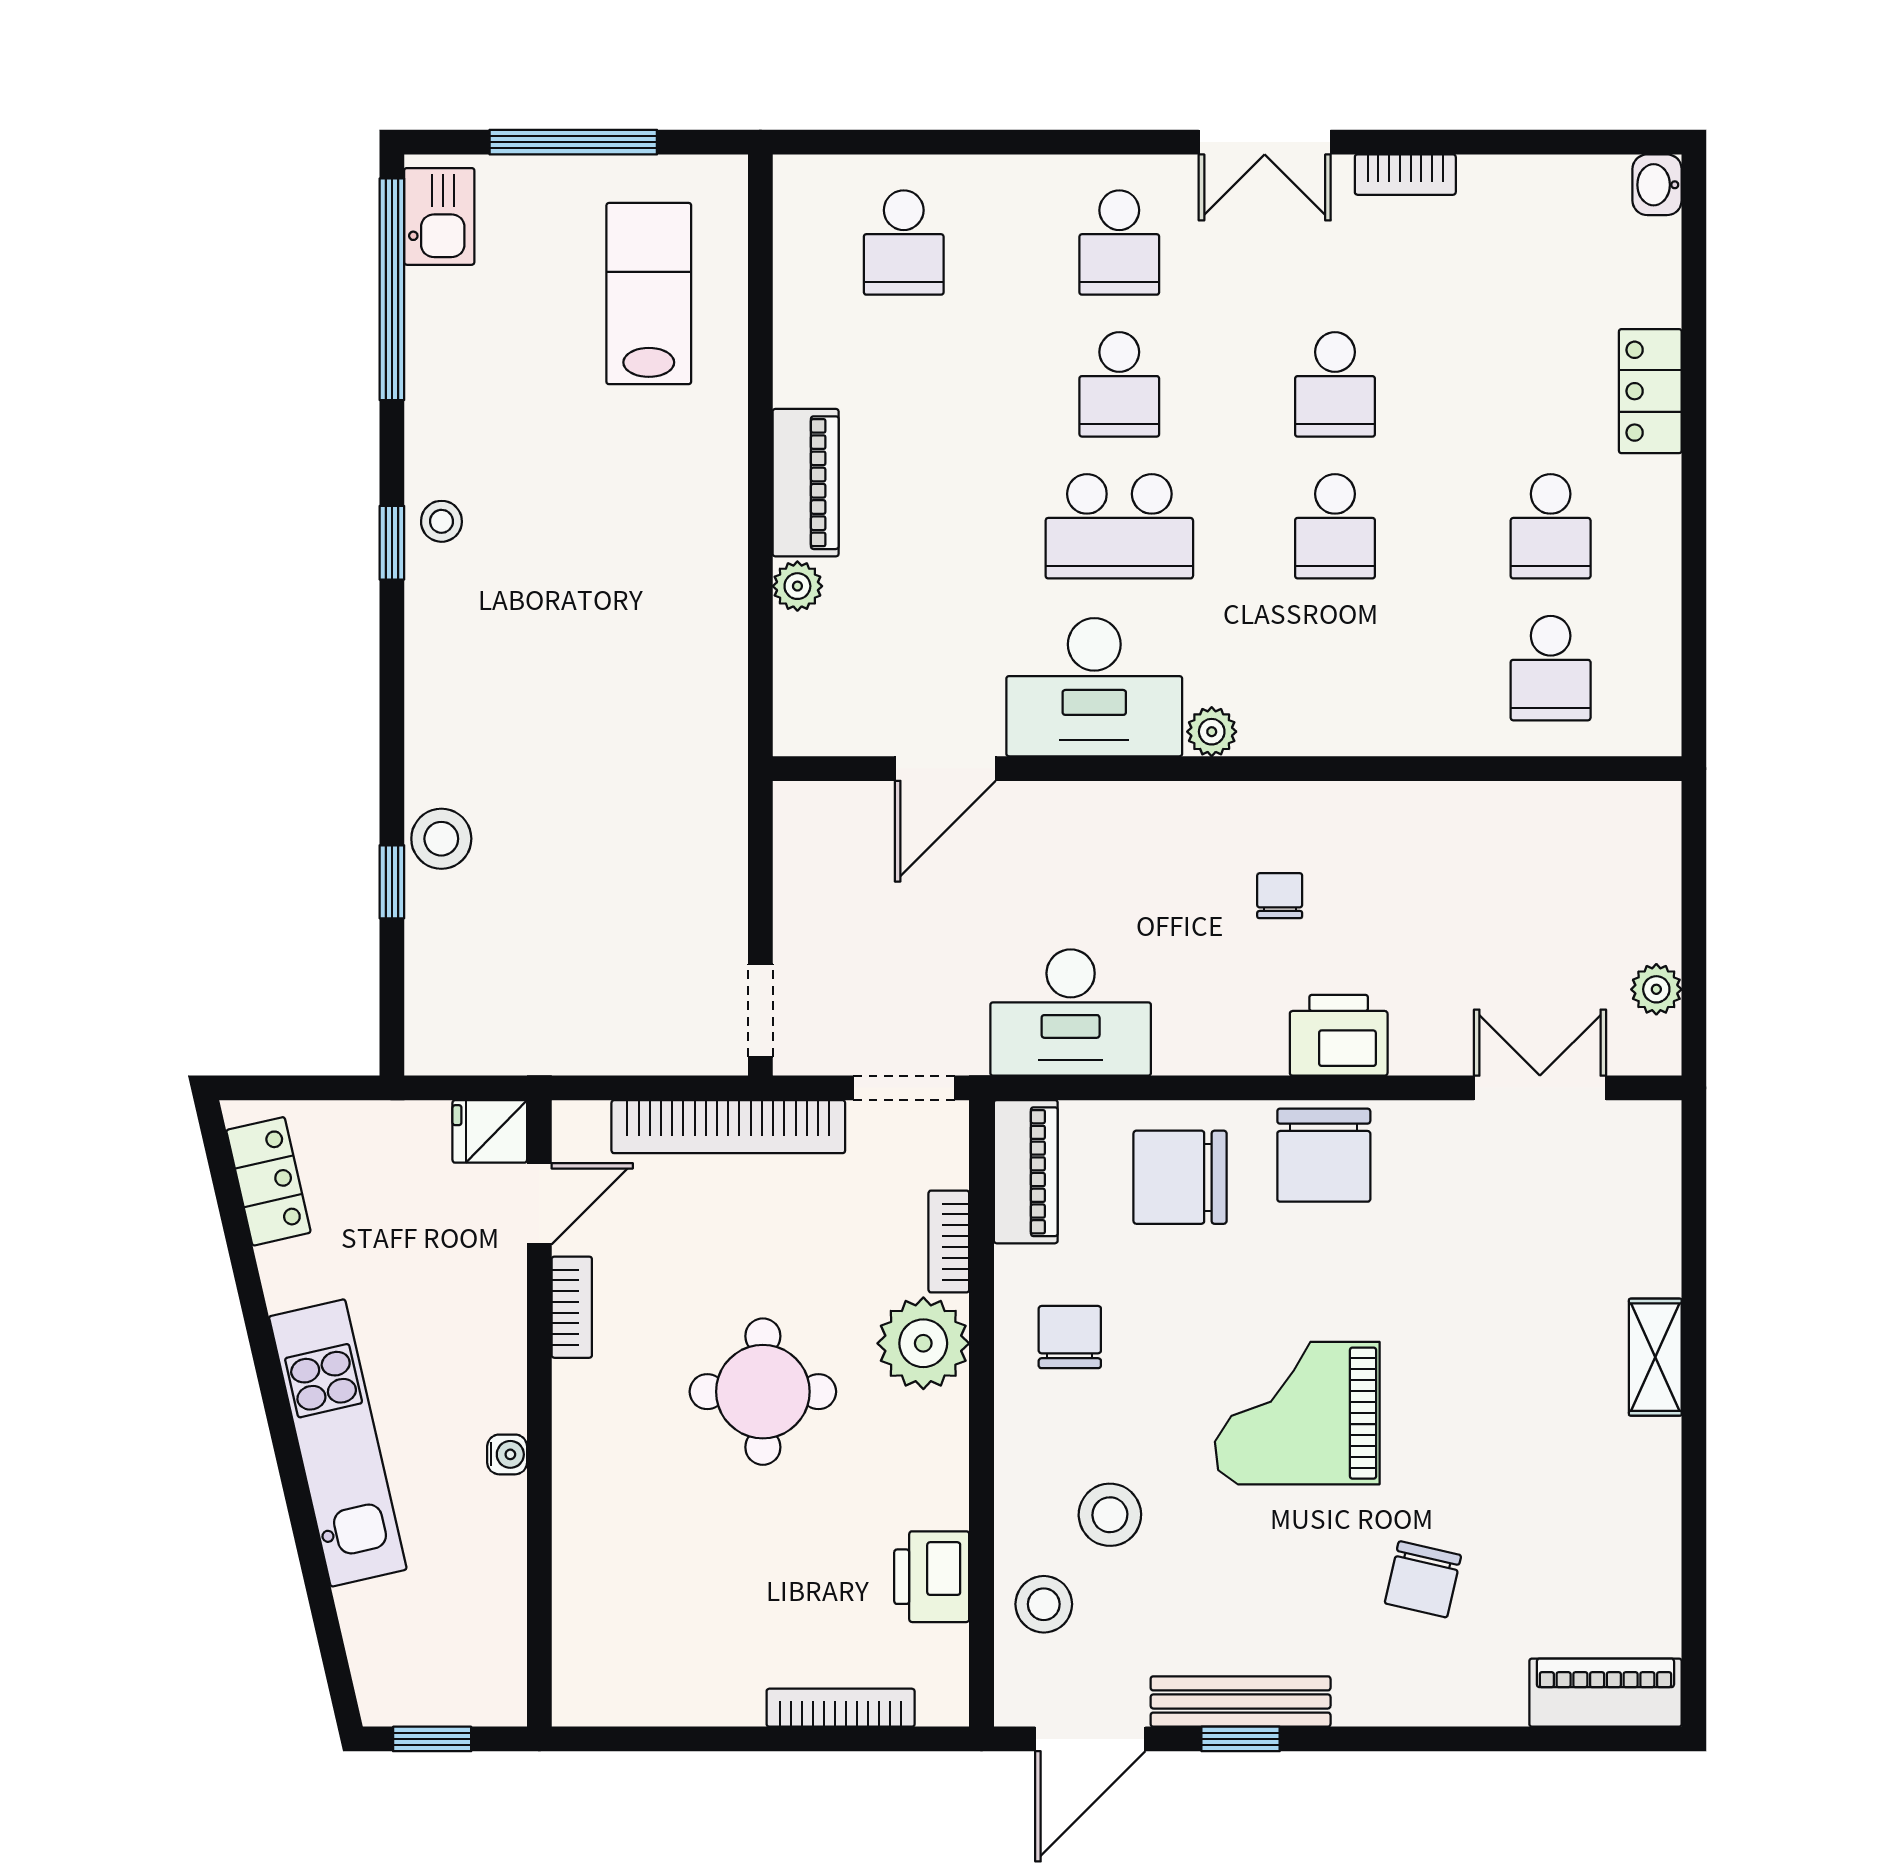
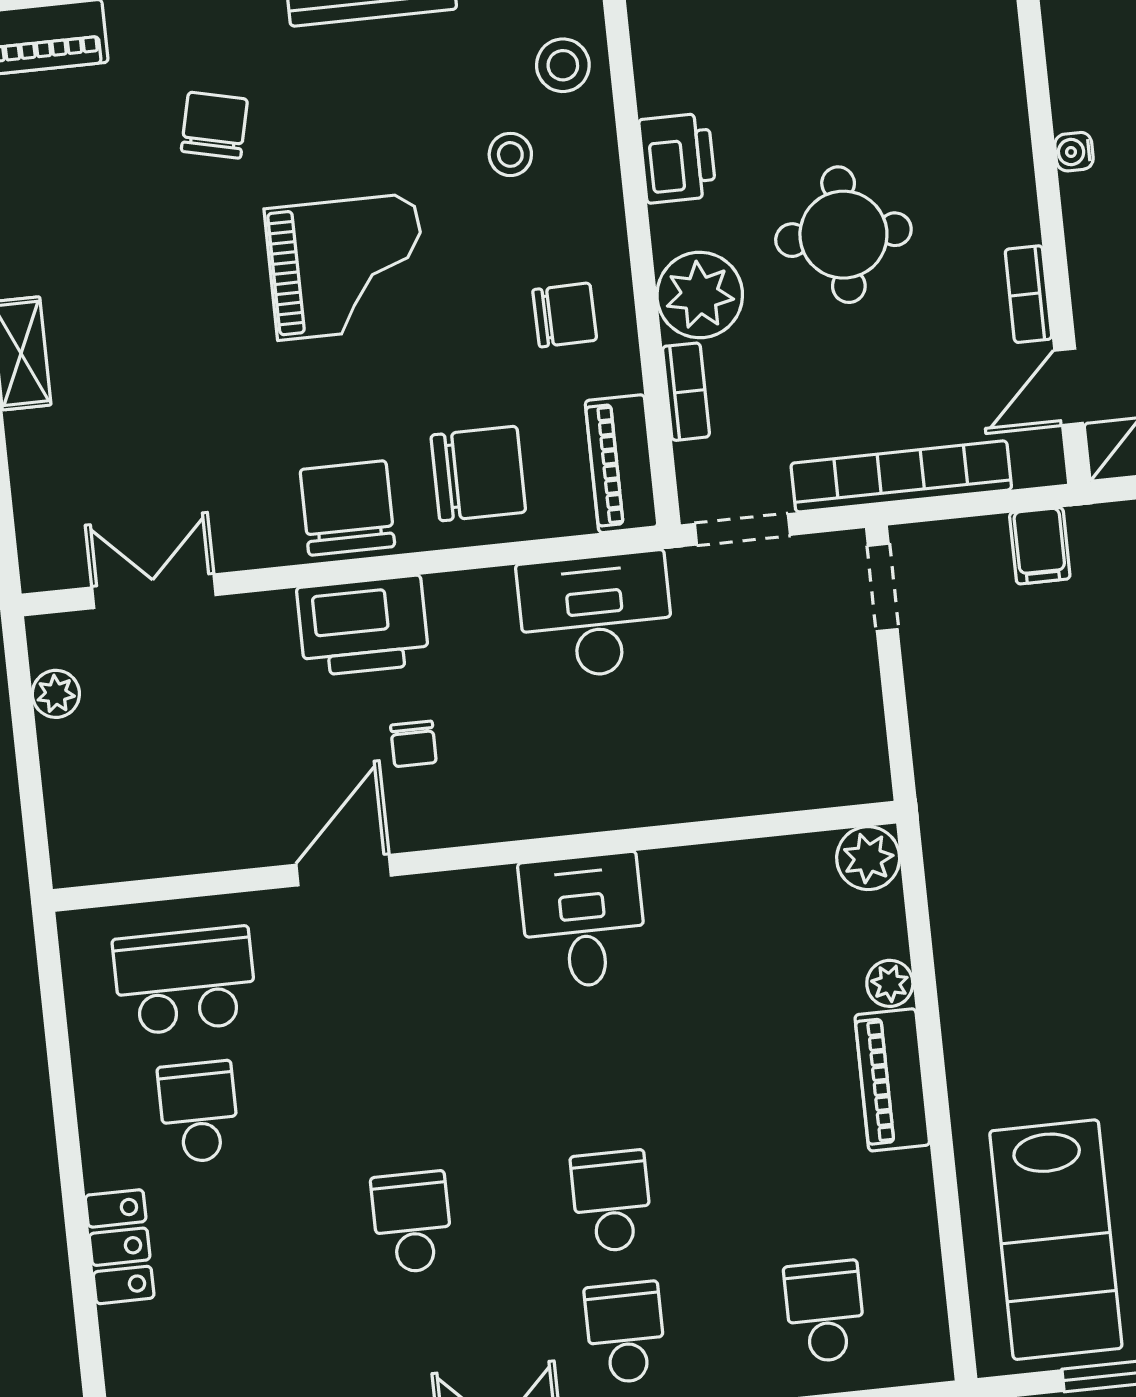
lab bench: (649, 294) -> (1056, 1240), width x1.36, depth x1.39
school desk: (1119, 526) -> (598, 1070), removed
school desk: (1335, 526) -> (398, 1091), removed
school desk: (1551, 668) -> (185, 981), width x1.85
desk: (1094, 687) -> (583, 921), width x0.73
plant: (1212, 732) -> (868, 858), moved, width x1.38, depth x1.38
door: (945, 769) -> (344, 870), moved
printer: (1339, 1035) -> (363, 626), width x1.37, depth x1.19
filing cabinet: (588, 1037) -> (1040, 546), added
double door: (1540, 1088) -> (154, 591), swing flipped
chair: (1070, 1337) -> (565, 315), turned -91
stool: (1110, 1515) -> (510, 154), width x0.73, depth x0.73
printer: (932, 1577) -> (677, 158), moved

